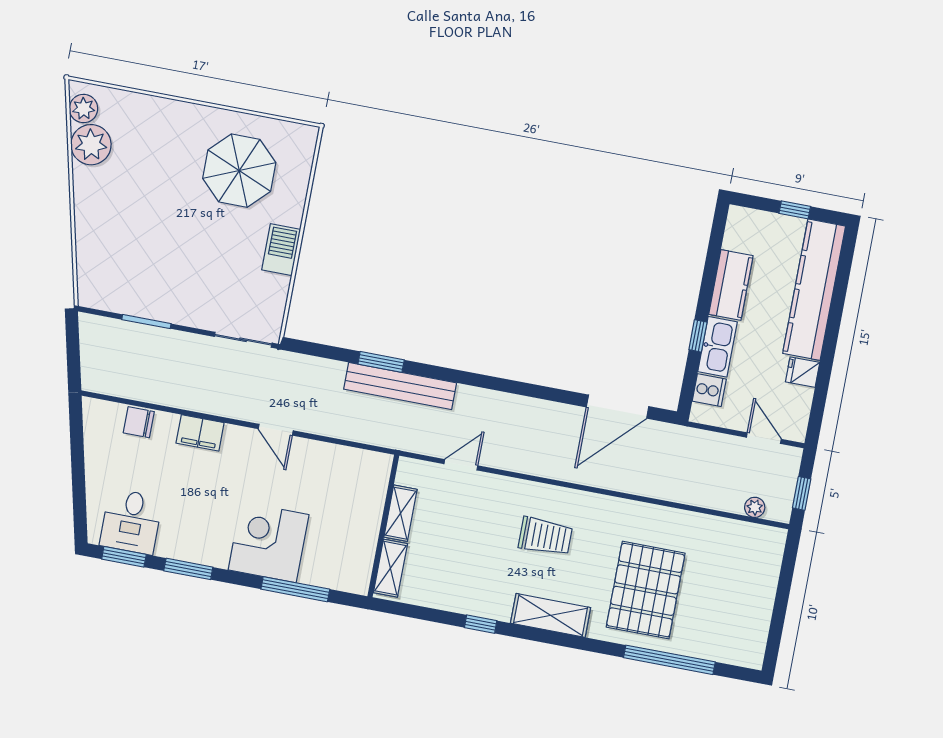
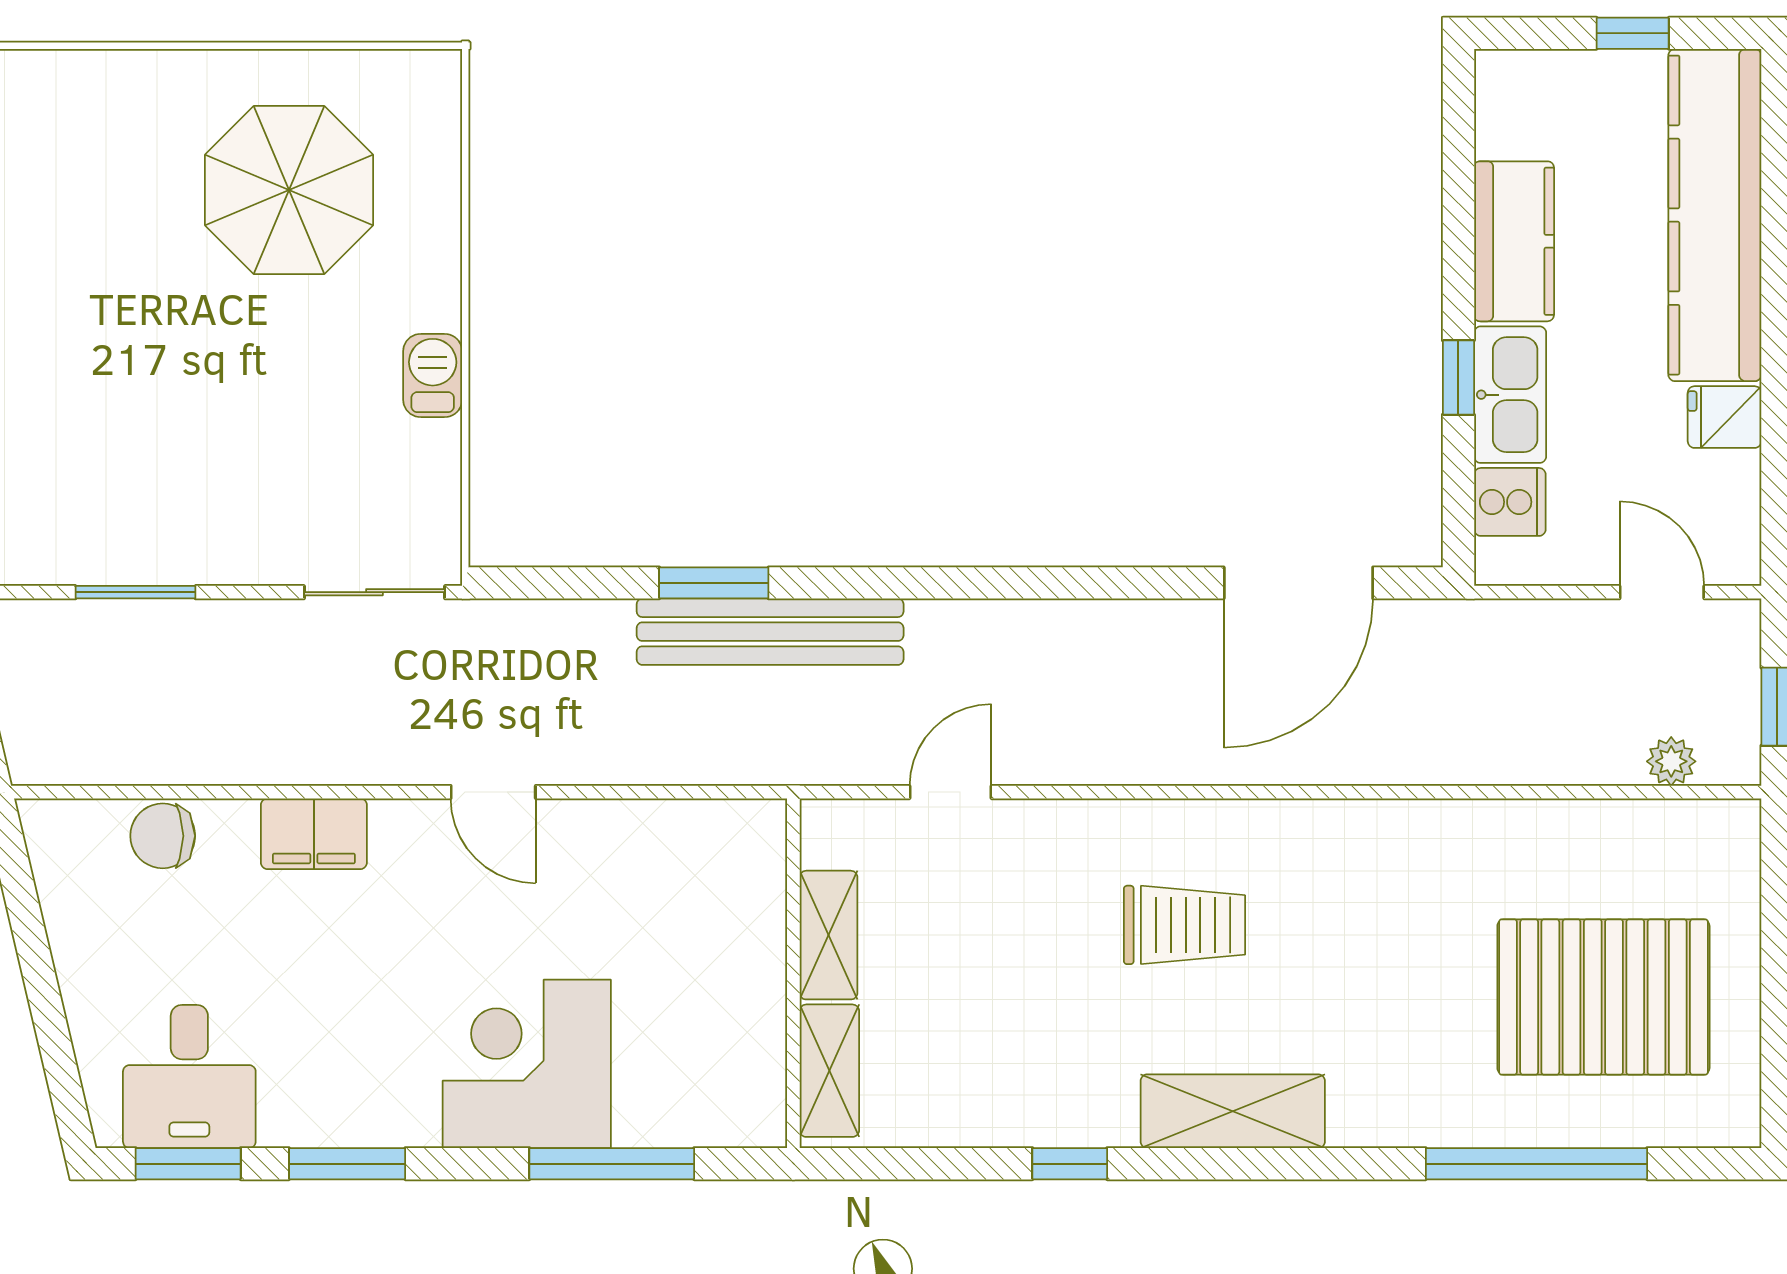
barbecue: (281, 250) -> (433, 376), width x0.73, depth x0.79
pallet: (646, 590) -> (1603, 997), moved, turned 90

